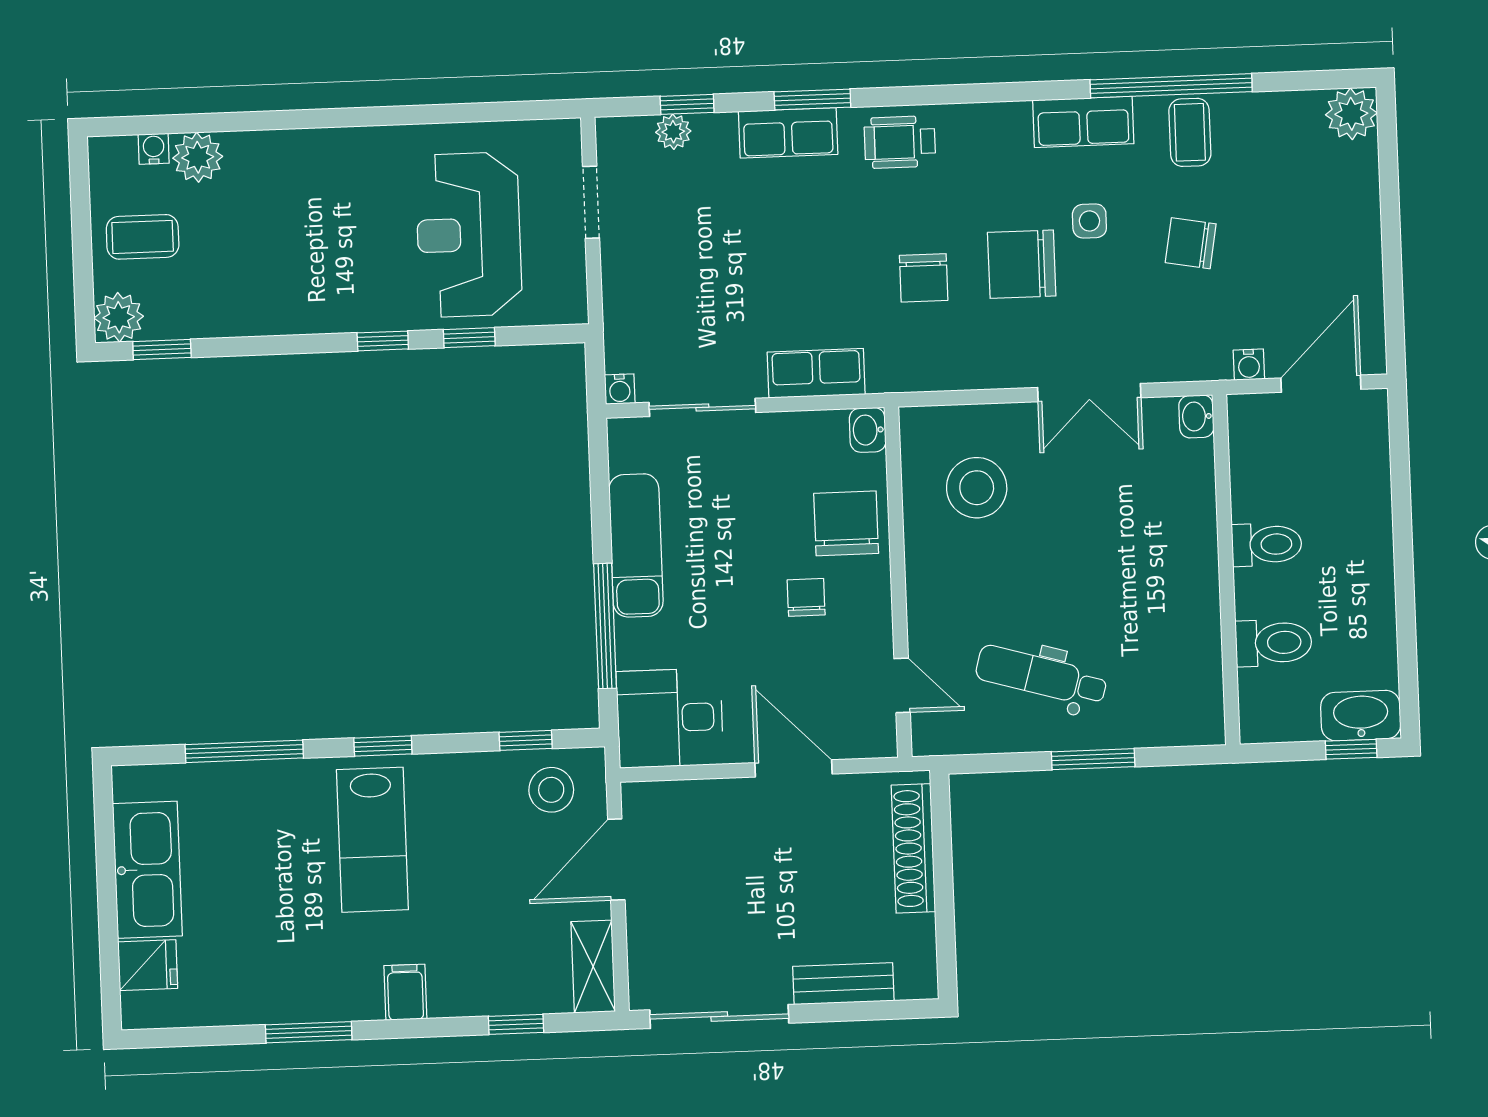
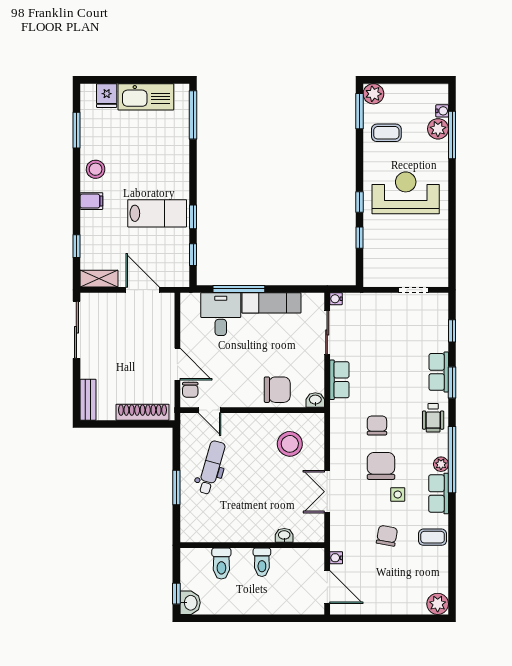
window: (1171, 86) -> (452, 460), moved
window: (211, 123) -> (452, 135), added
plant: (673, 132) -> (441, 464), moved
wheelchair: (900, 142) -> (433, 418), turned 180
reception desk: (469, 235) -> (406, 193), moved
coffee table: (143, 237) -> (386, 133), moved, turned 90
chair: (924, 278) -> (377, 425), turned 90
window: (162, 349) -> (360, 111), width x1.50
washbasin: (1196, 416) -> (284, 535), moved
chair: (806, 597) -> (190, 390), moved, turned 90
door: (902, 685) -> (210, 410), hinge flipped
washbasin: (1361, 716) -> (190, 603), width x0.72
desk: (670, 718) -> (221, 314), moved
window: (383, 746) -> (193, 217), moved
window: (244, 751) -> (193, 115), moved
door: (793, 768) -> (177, 364), hinge flipped
stool: (551, 790) -> (96, 169), moved
lab bench: (372, 840) -> (157, 213), moved, turned 180
bench: (843, 984) -> (88, 400), moved
window: (309, 1032) -> (76, 130), moved

